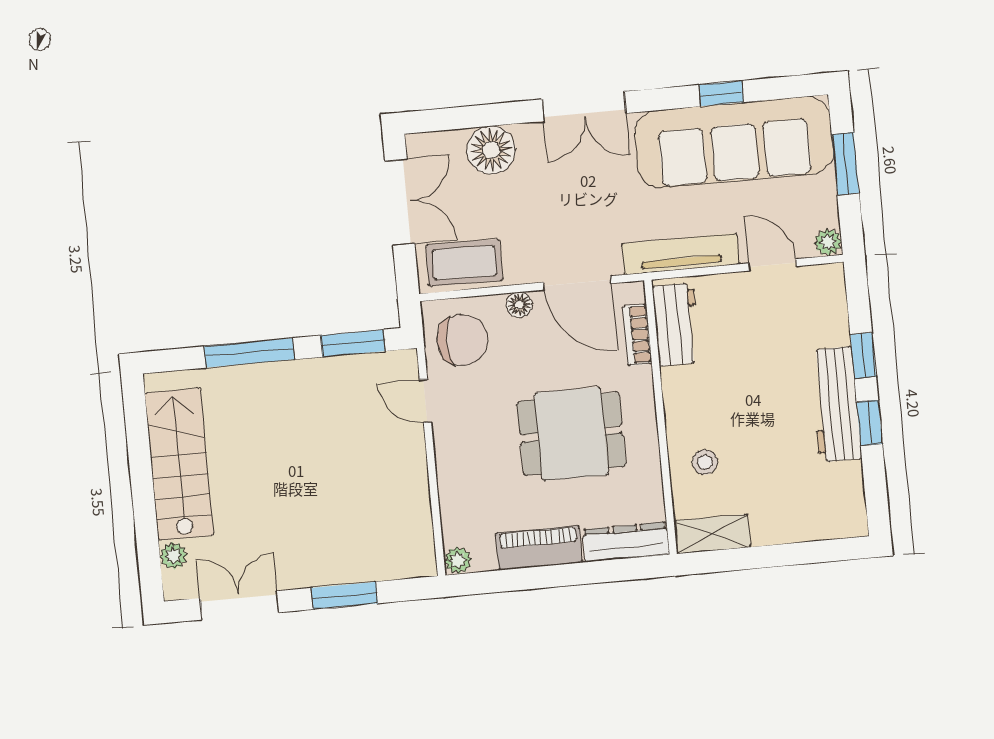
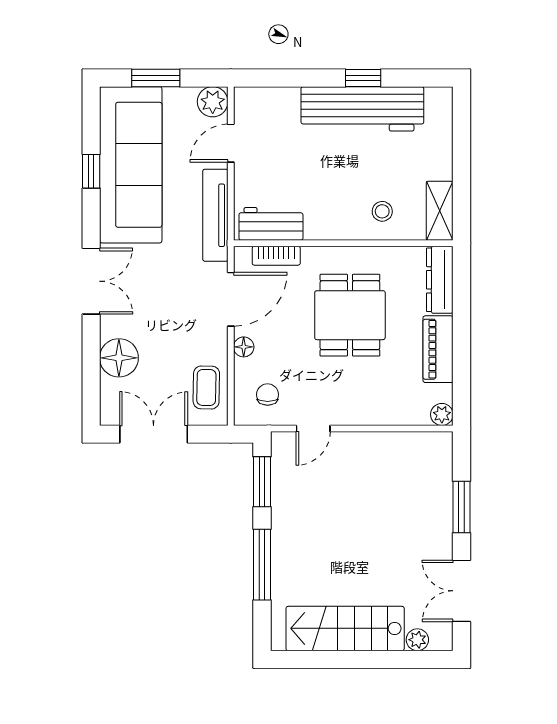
plant: (828, 242) -> (213, 102), width x1.38, depth x1.38
coffee table: (464, 263) -> (206, 387), width x0.73, depth x0.77
chair: (463, 340) -> (268, 395), width x0.54, depth x0.54
window: (863, 356) -> (309, 78), removed
workbench: (836, 404) -> (362, 109), width x1.36, depth x1.32

